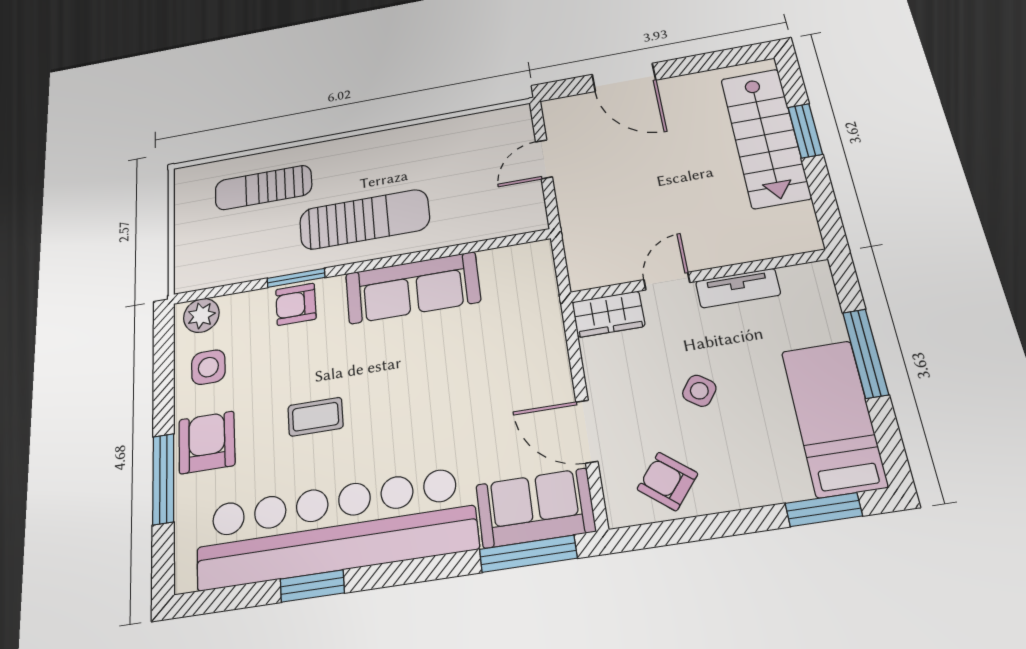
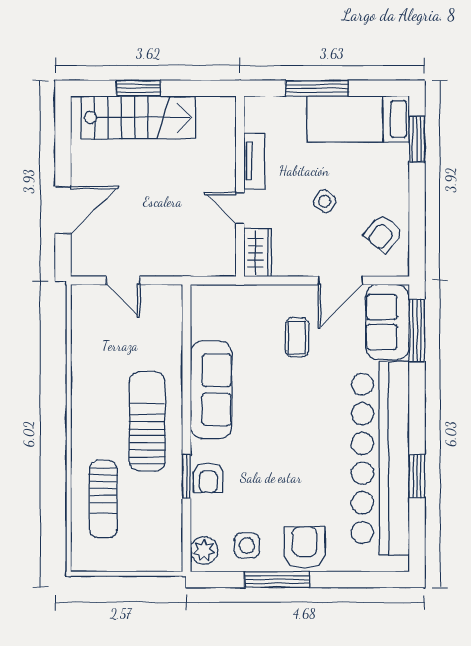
coffee table: (315, 417) -> (297, 337), moved
armchair: (207, 442) -> (305, 547), turned 90
window: (163, 479) -> (277, 580), moved

